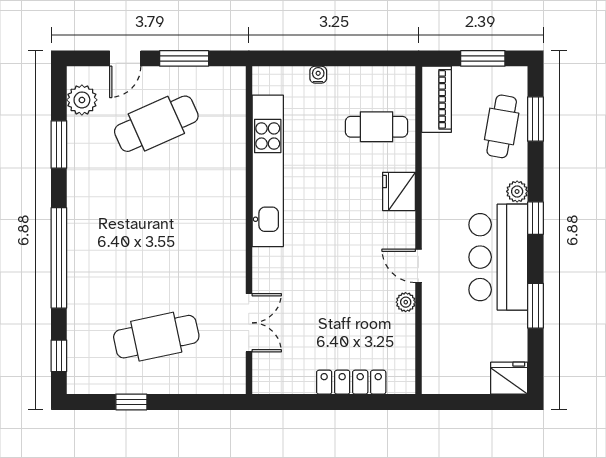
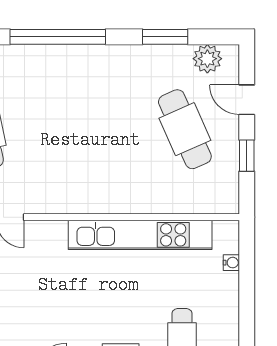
window: (184, 58) -> (247, 156), width x0.67
water cooler: (318, 75) -> (231, 263), moved

